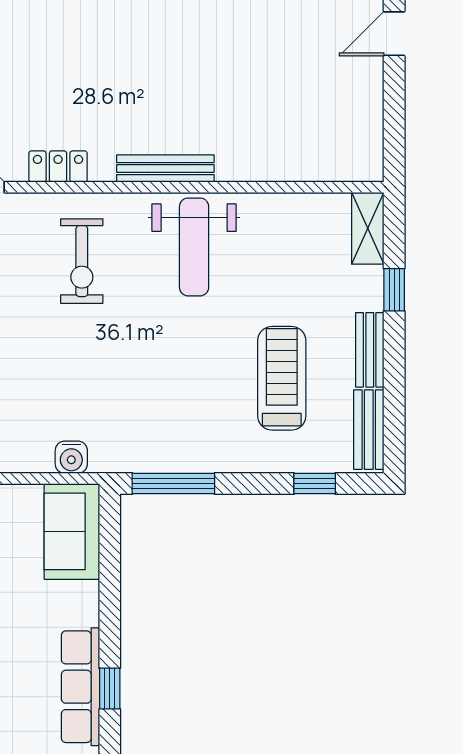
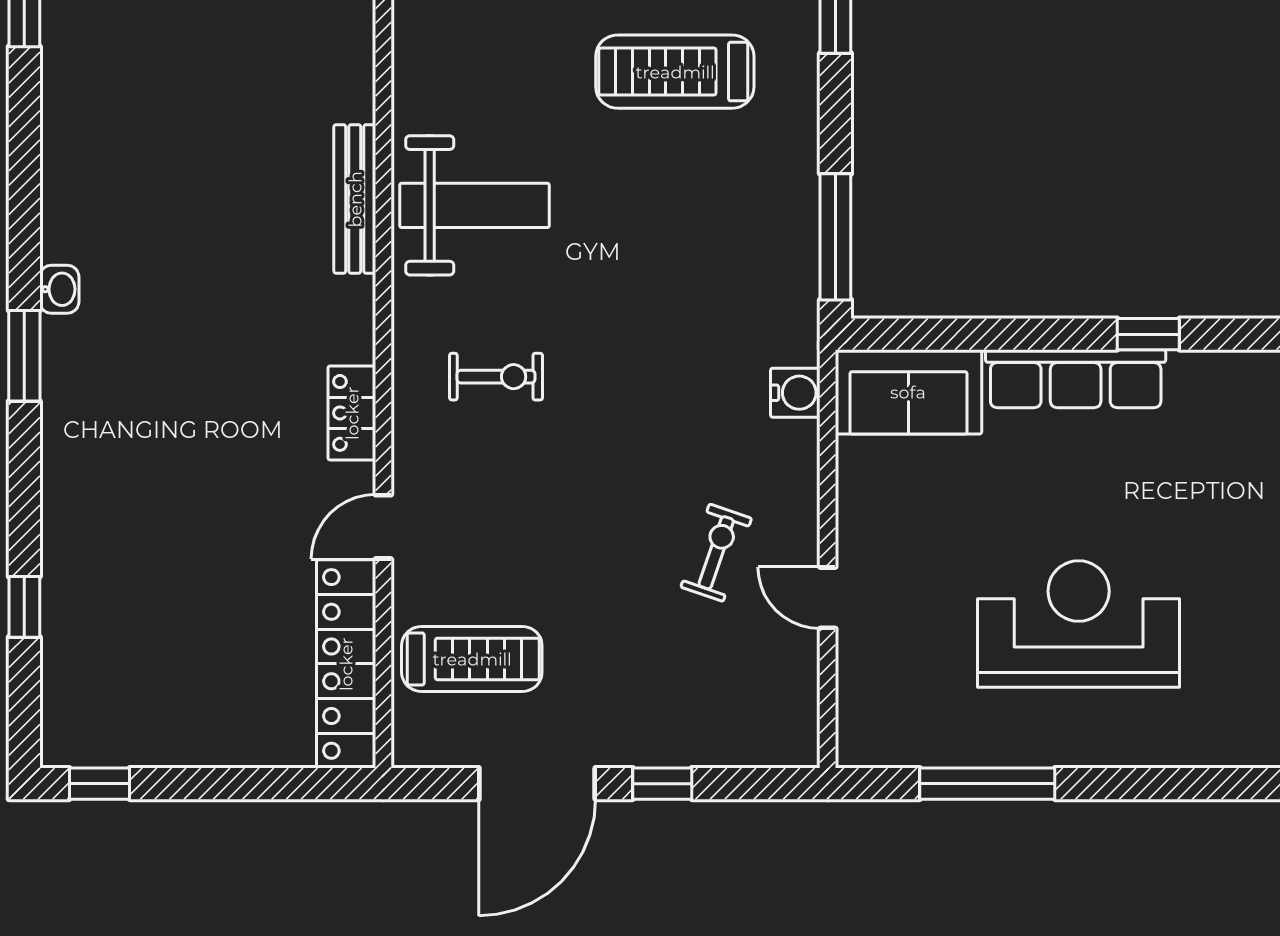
bench: (165, 169) -> (355, 199), moved
exercise bike: (82, 261) -> (496, 377), width x0.73, depth x0.72
row of seats: (80, 687) -> (1076, 379), moved

